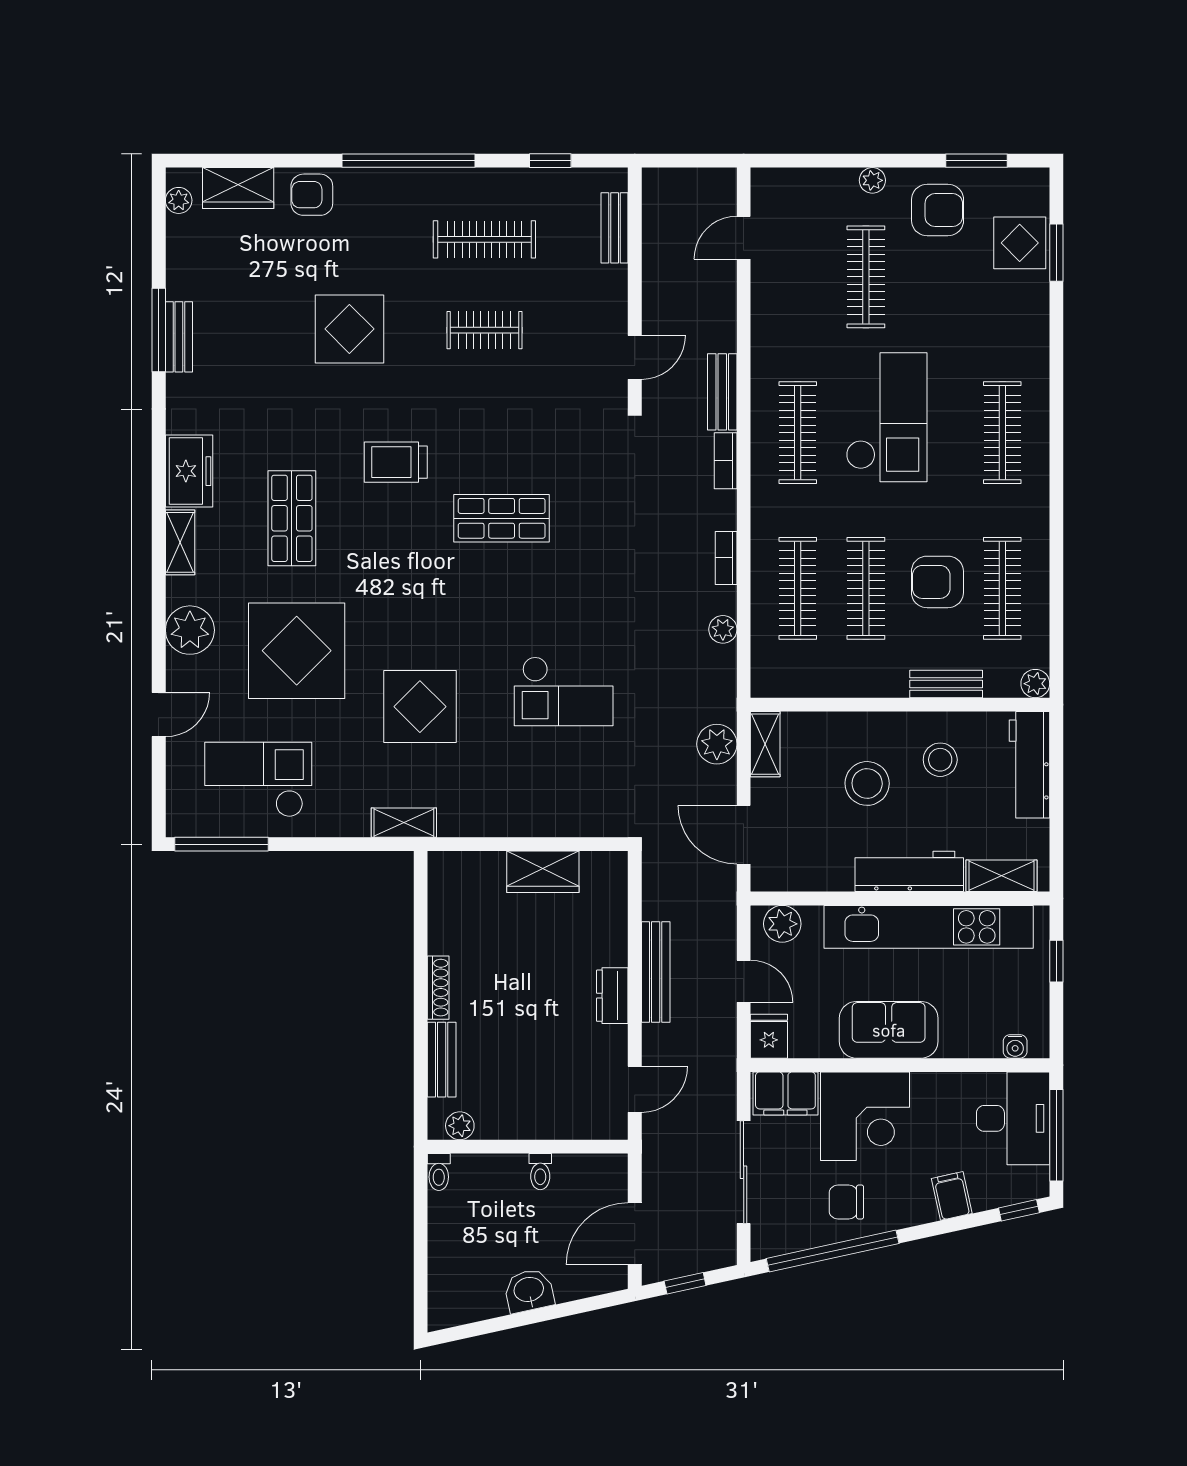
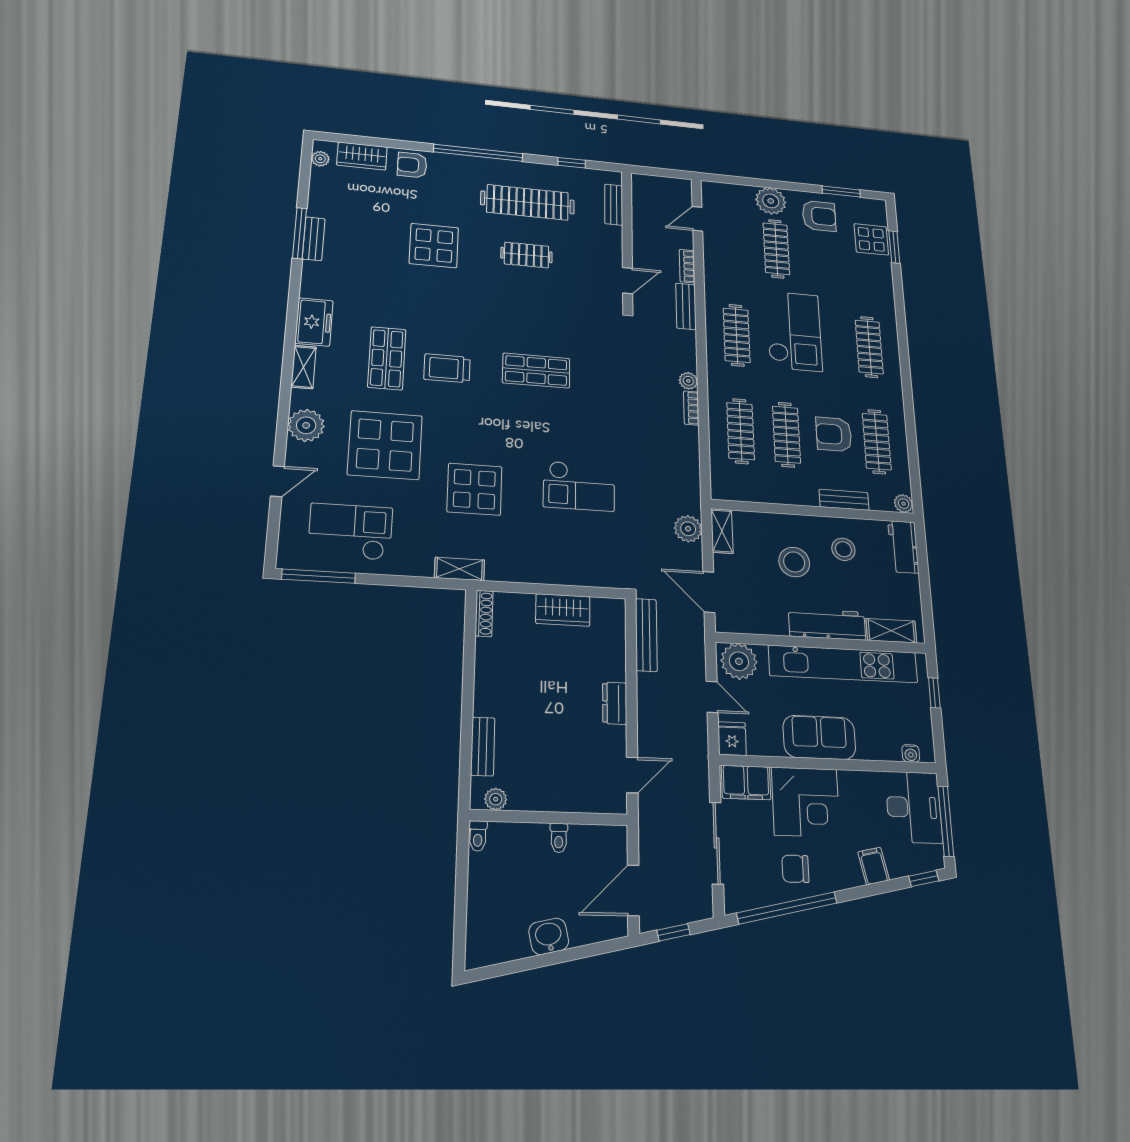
plant: (872, 180) -> (771, 201), width x1.87, depth x1.87
clothes rail: (484, 239) -> (528, 202), width x1.37, depth x1.31
bookcase: (726, 461) -> (687, 266), moved
trolley: (396, 462) -> (447, 368), moved
plant: (723, 629) -> (688, 381), moved
workbench: (1030, 765) -> (903, 547), width x0.73
plant: (782, 924) -> (739, 661), width x1.36, depth x1.36
bench: (656, 972) -> (646, 635), moved
shoe rack: (438, 988) -> (484, 613), moved

